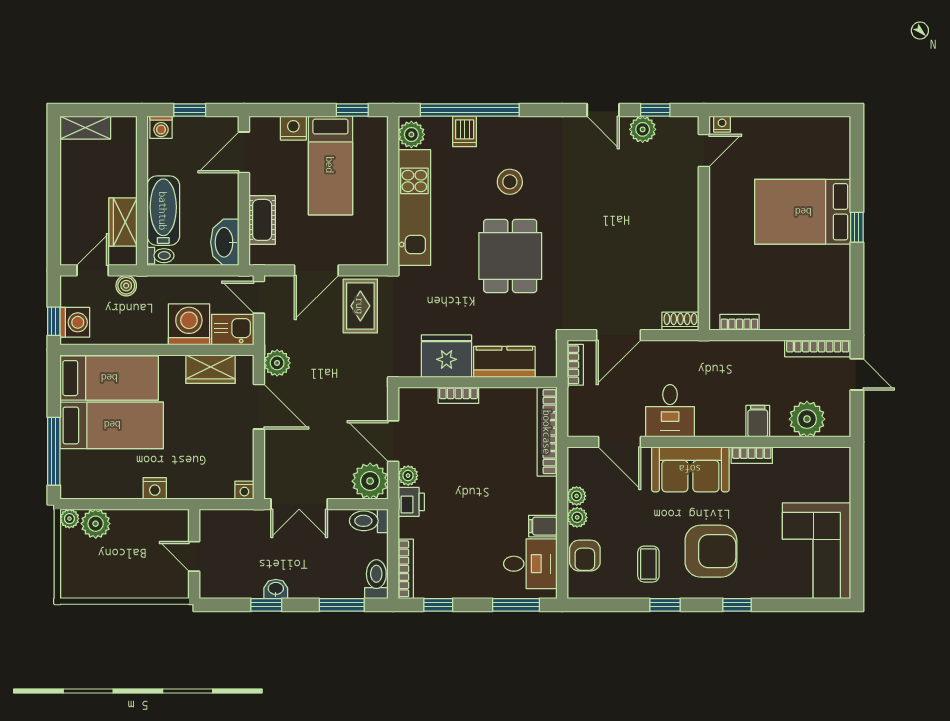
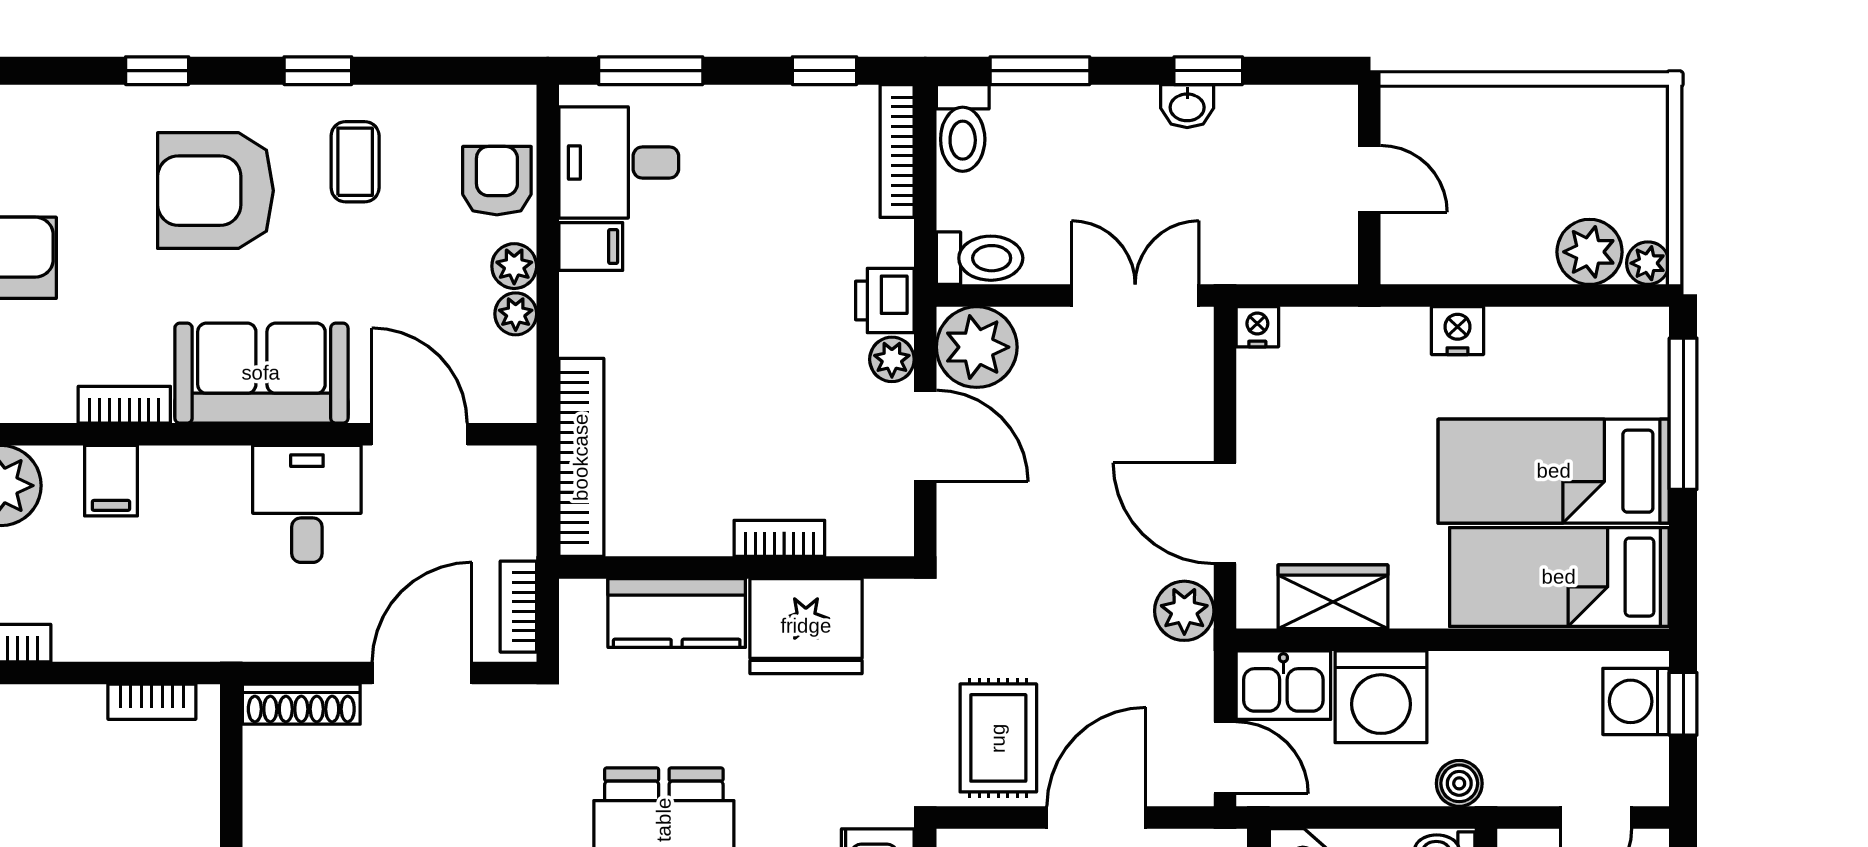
boiler: (126, 286) -> (1459, 783), moved
shoe rack: (680, 321) -> (301, 704), width x1.43

